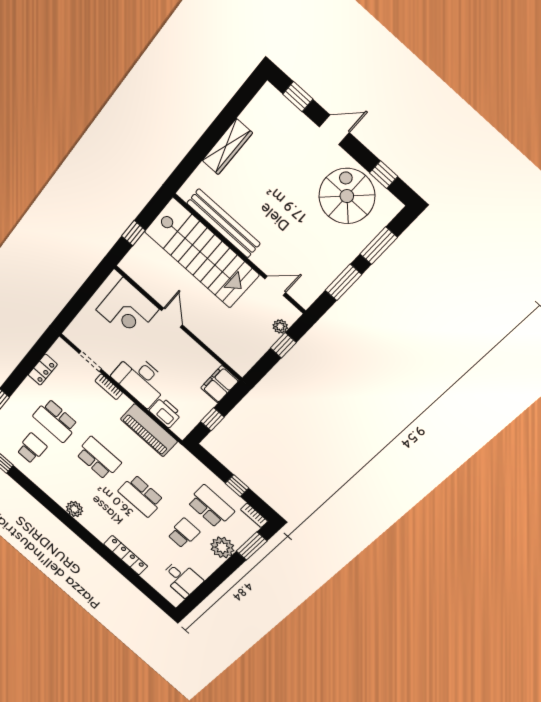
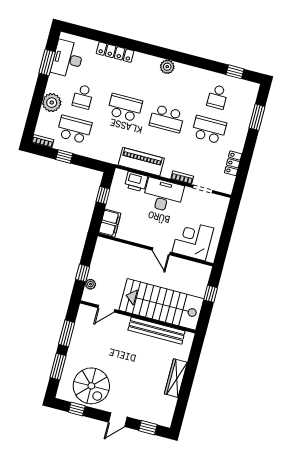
school desk: (211, 507) -> (74, 129), turned 180
window: (252, 546) -> (47, 62), moved
desk: (182, 579) -> (68, 59), width x1.37

